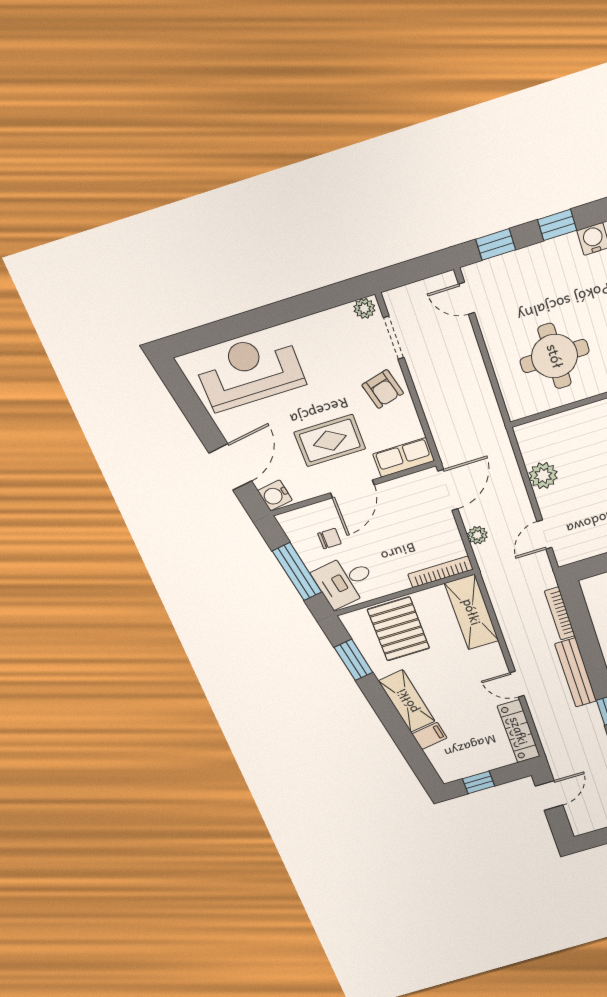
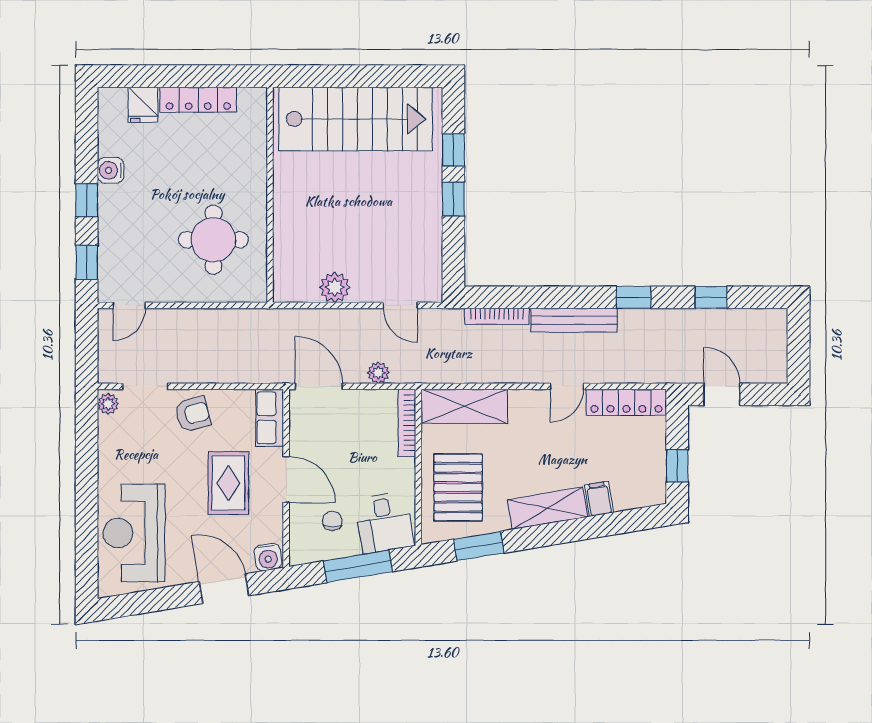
pallet: (398, 629) -> (458, 488), turned 90

